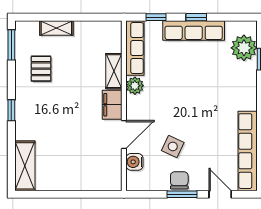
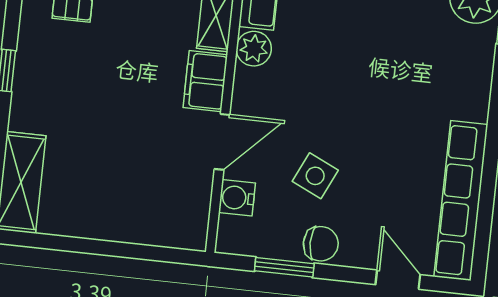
chair: (179, 180) -> (321, 244), turned 90
window: (182, 194) -> (284, 267), moved

